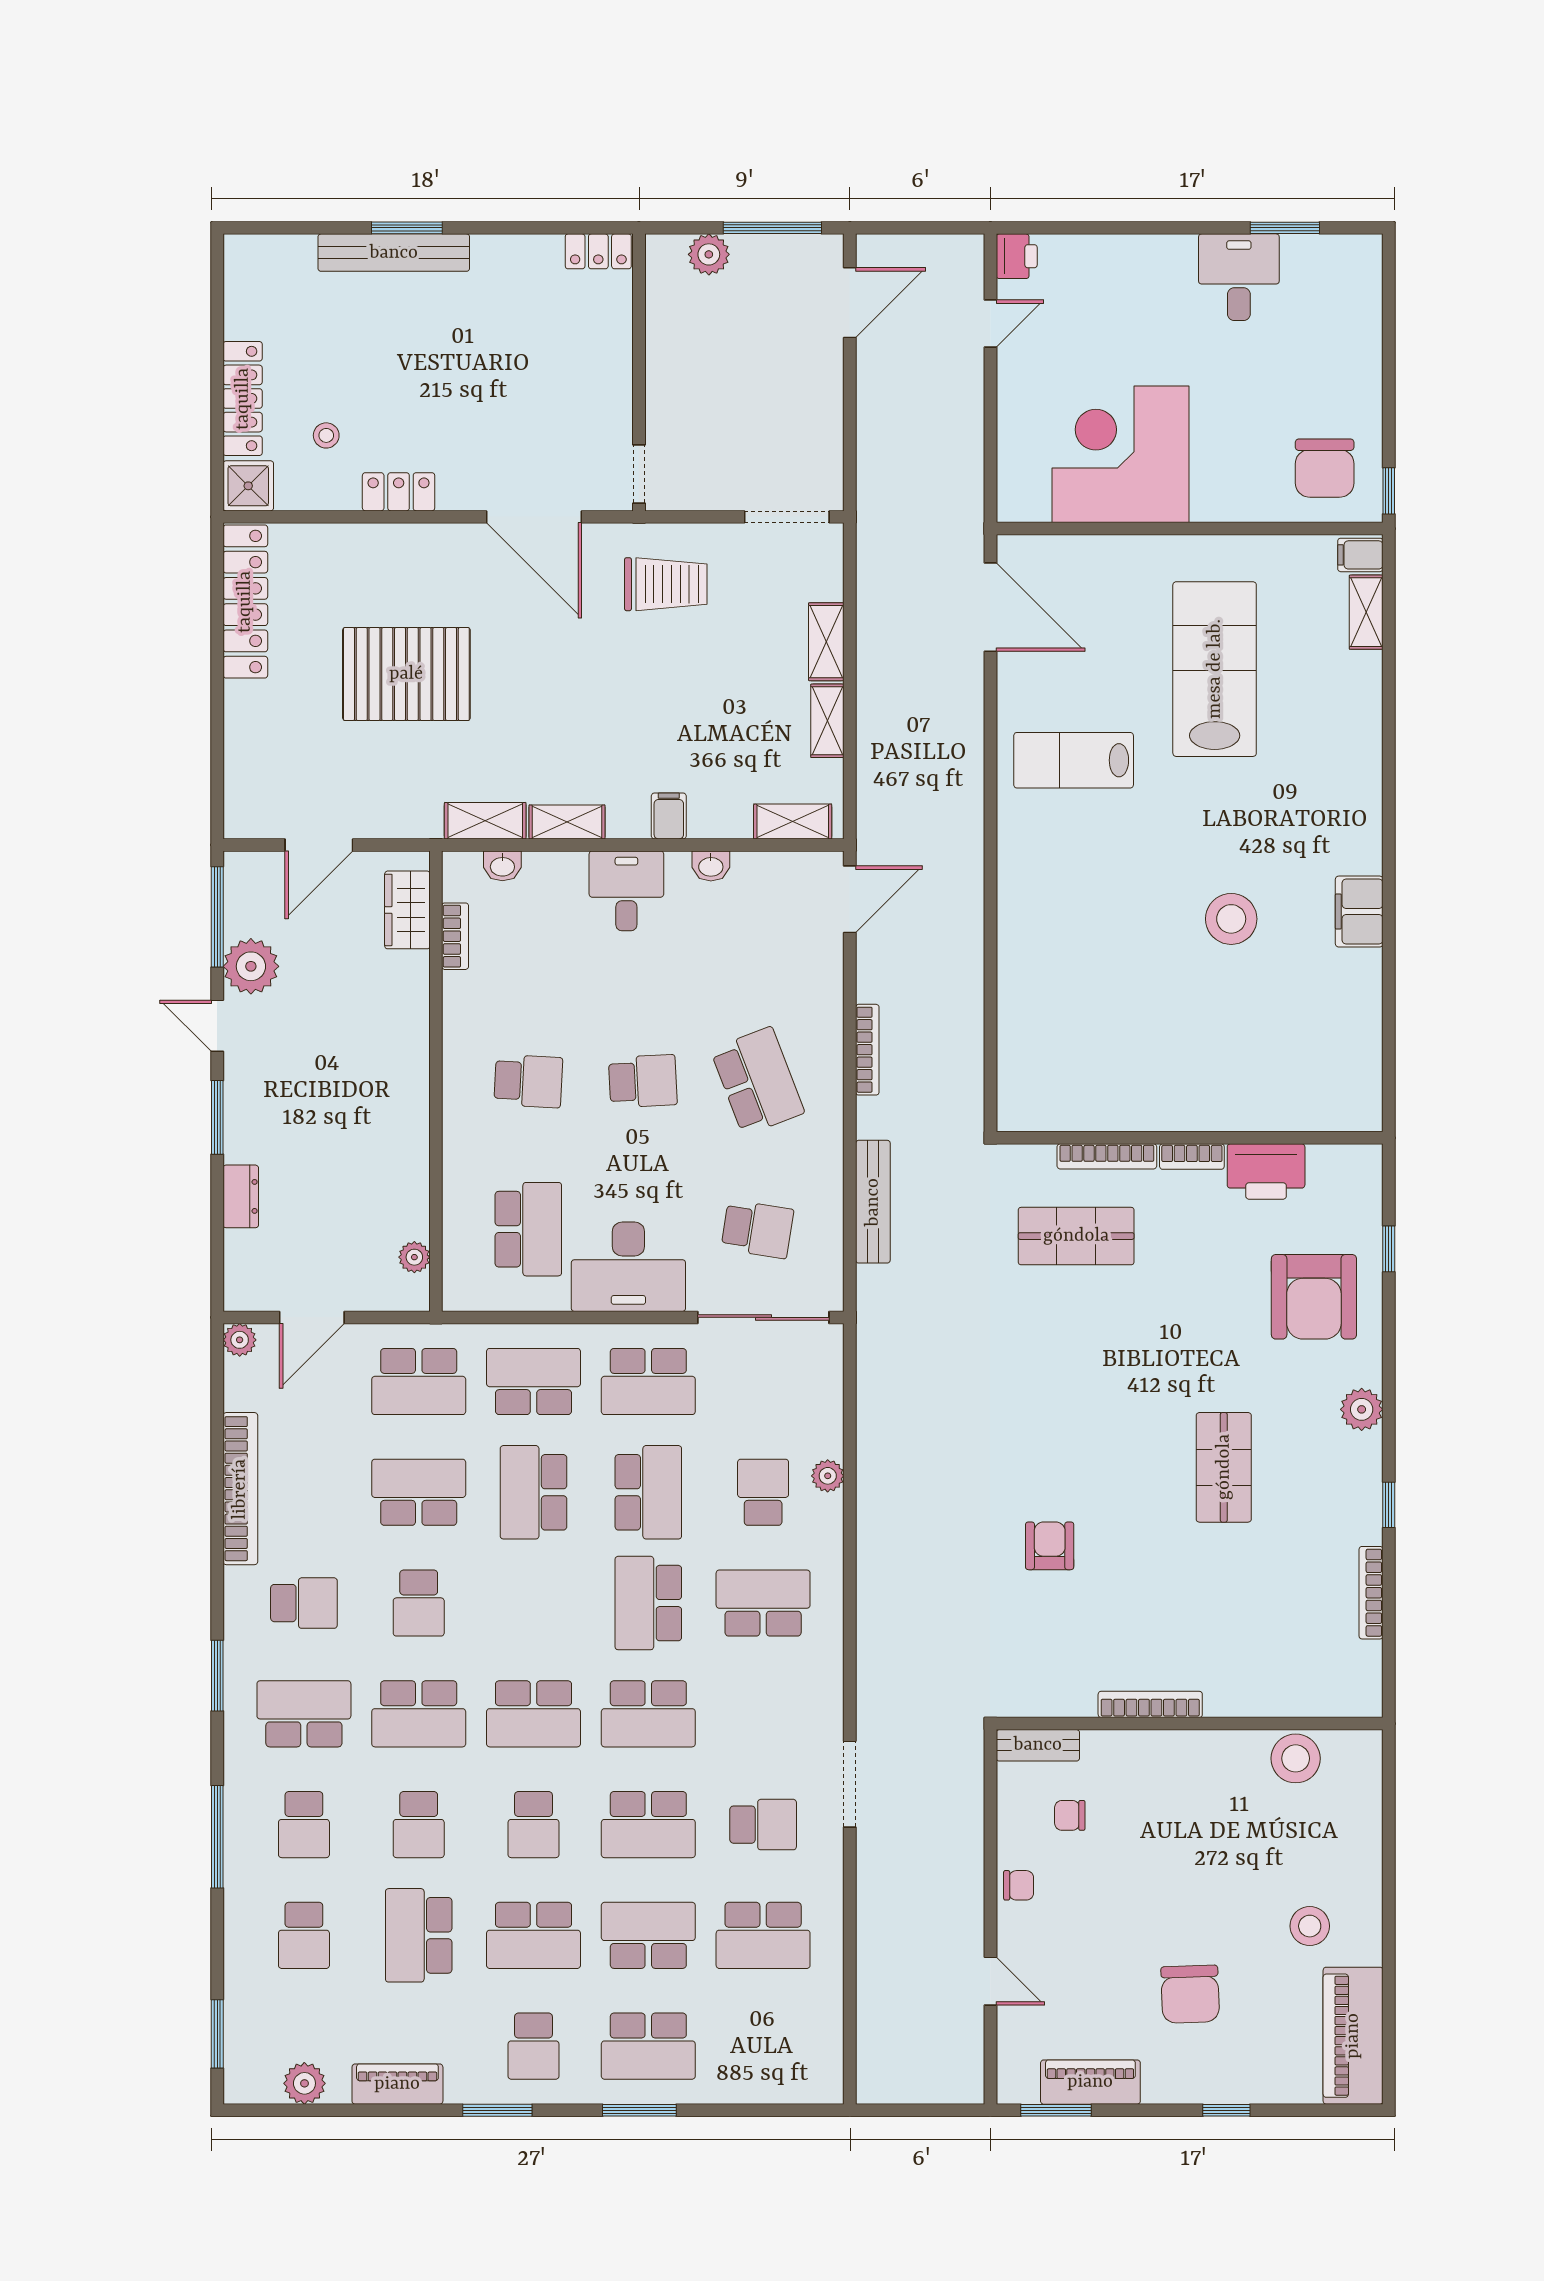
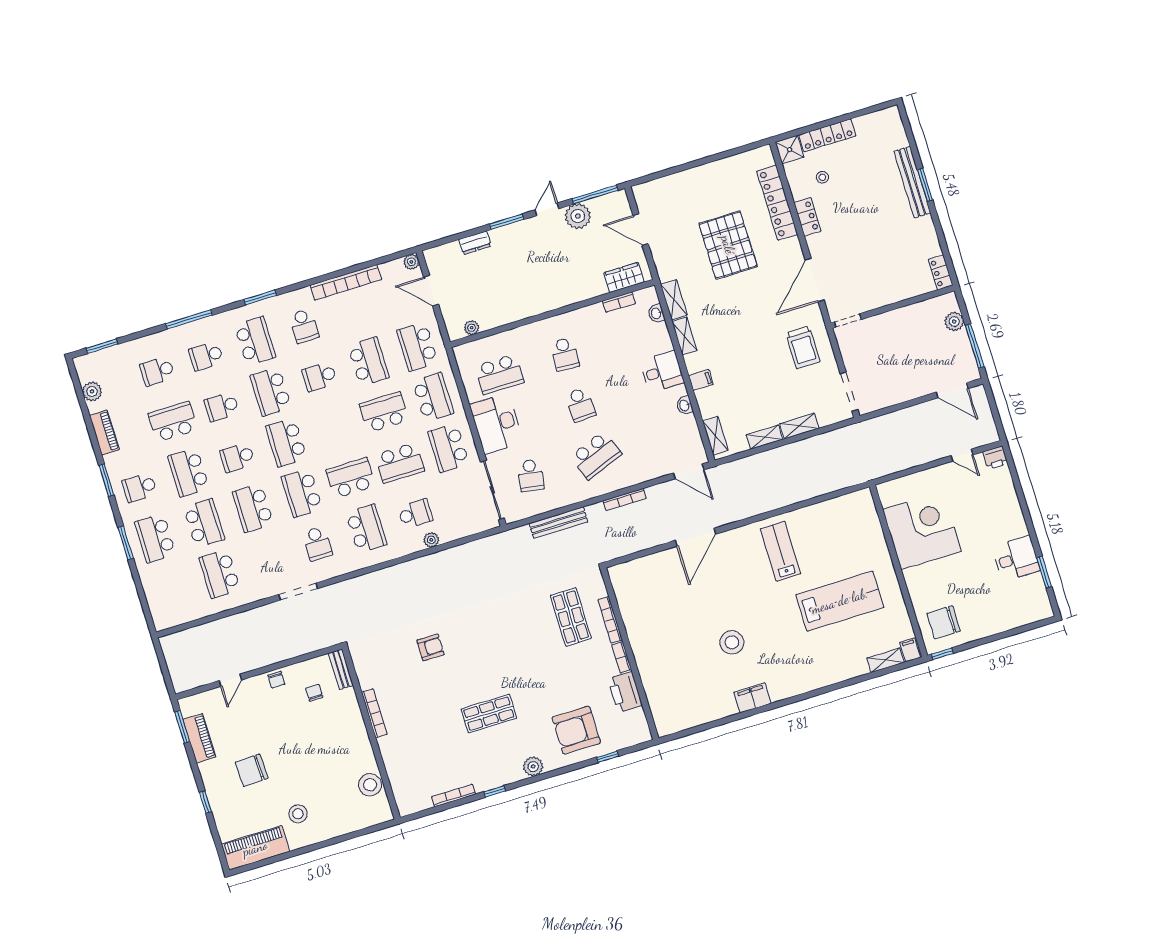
locker: (245, 602) -> (777, 203), moved, turned 90
door: (990, 607) -> (695, 537), moved
school desk: (763, 1825) -> (317, 544), moved

